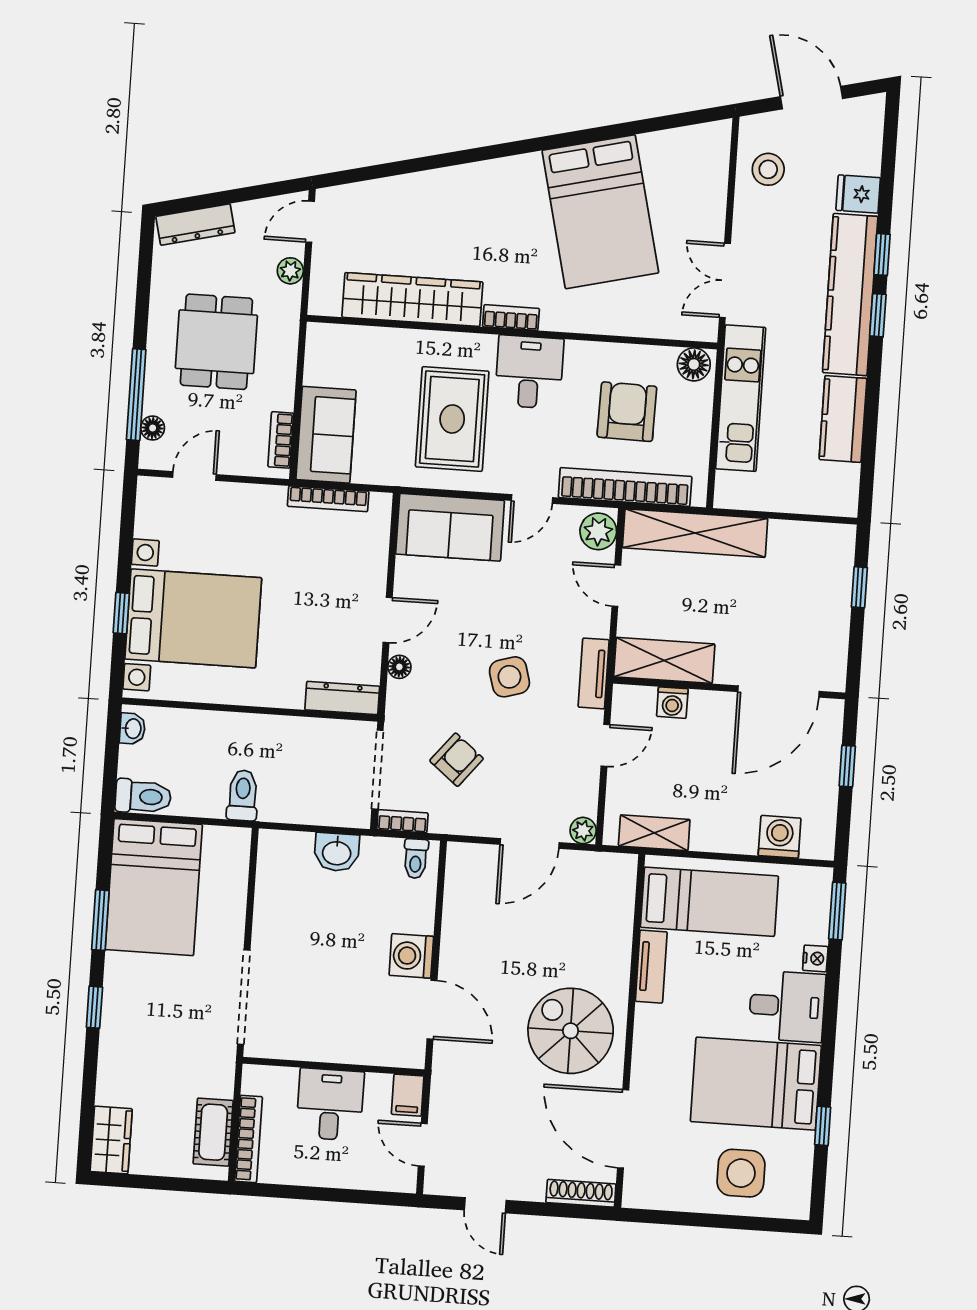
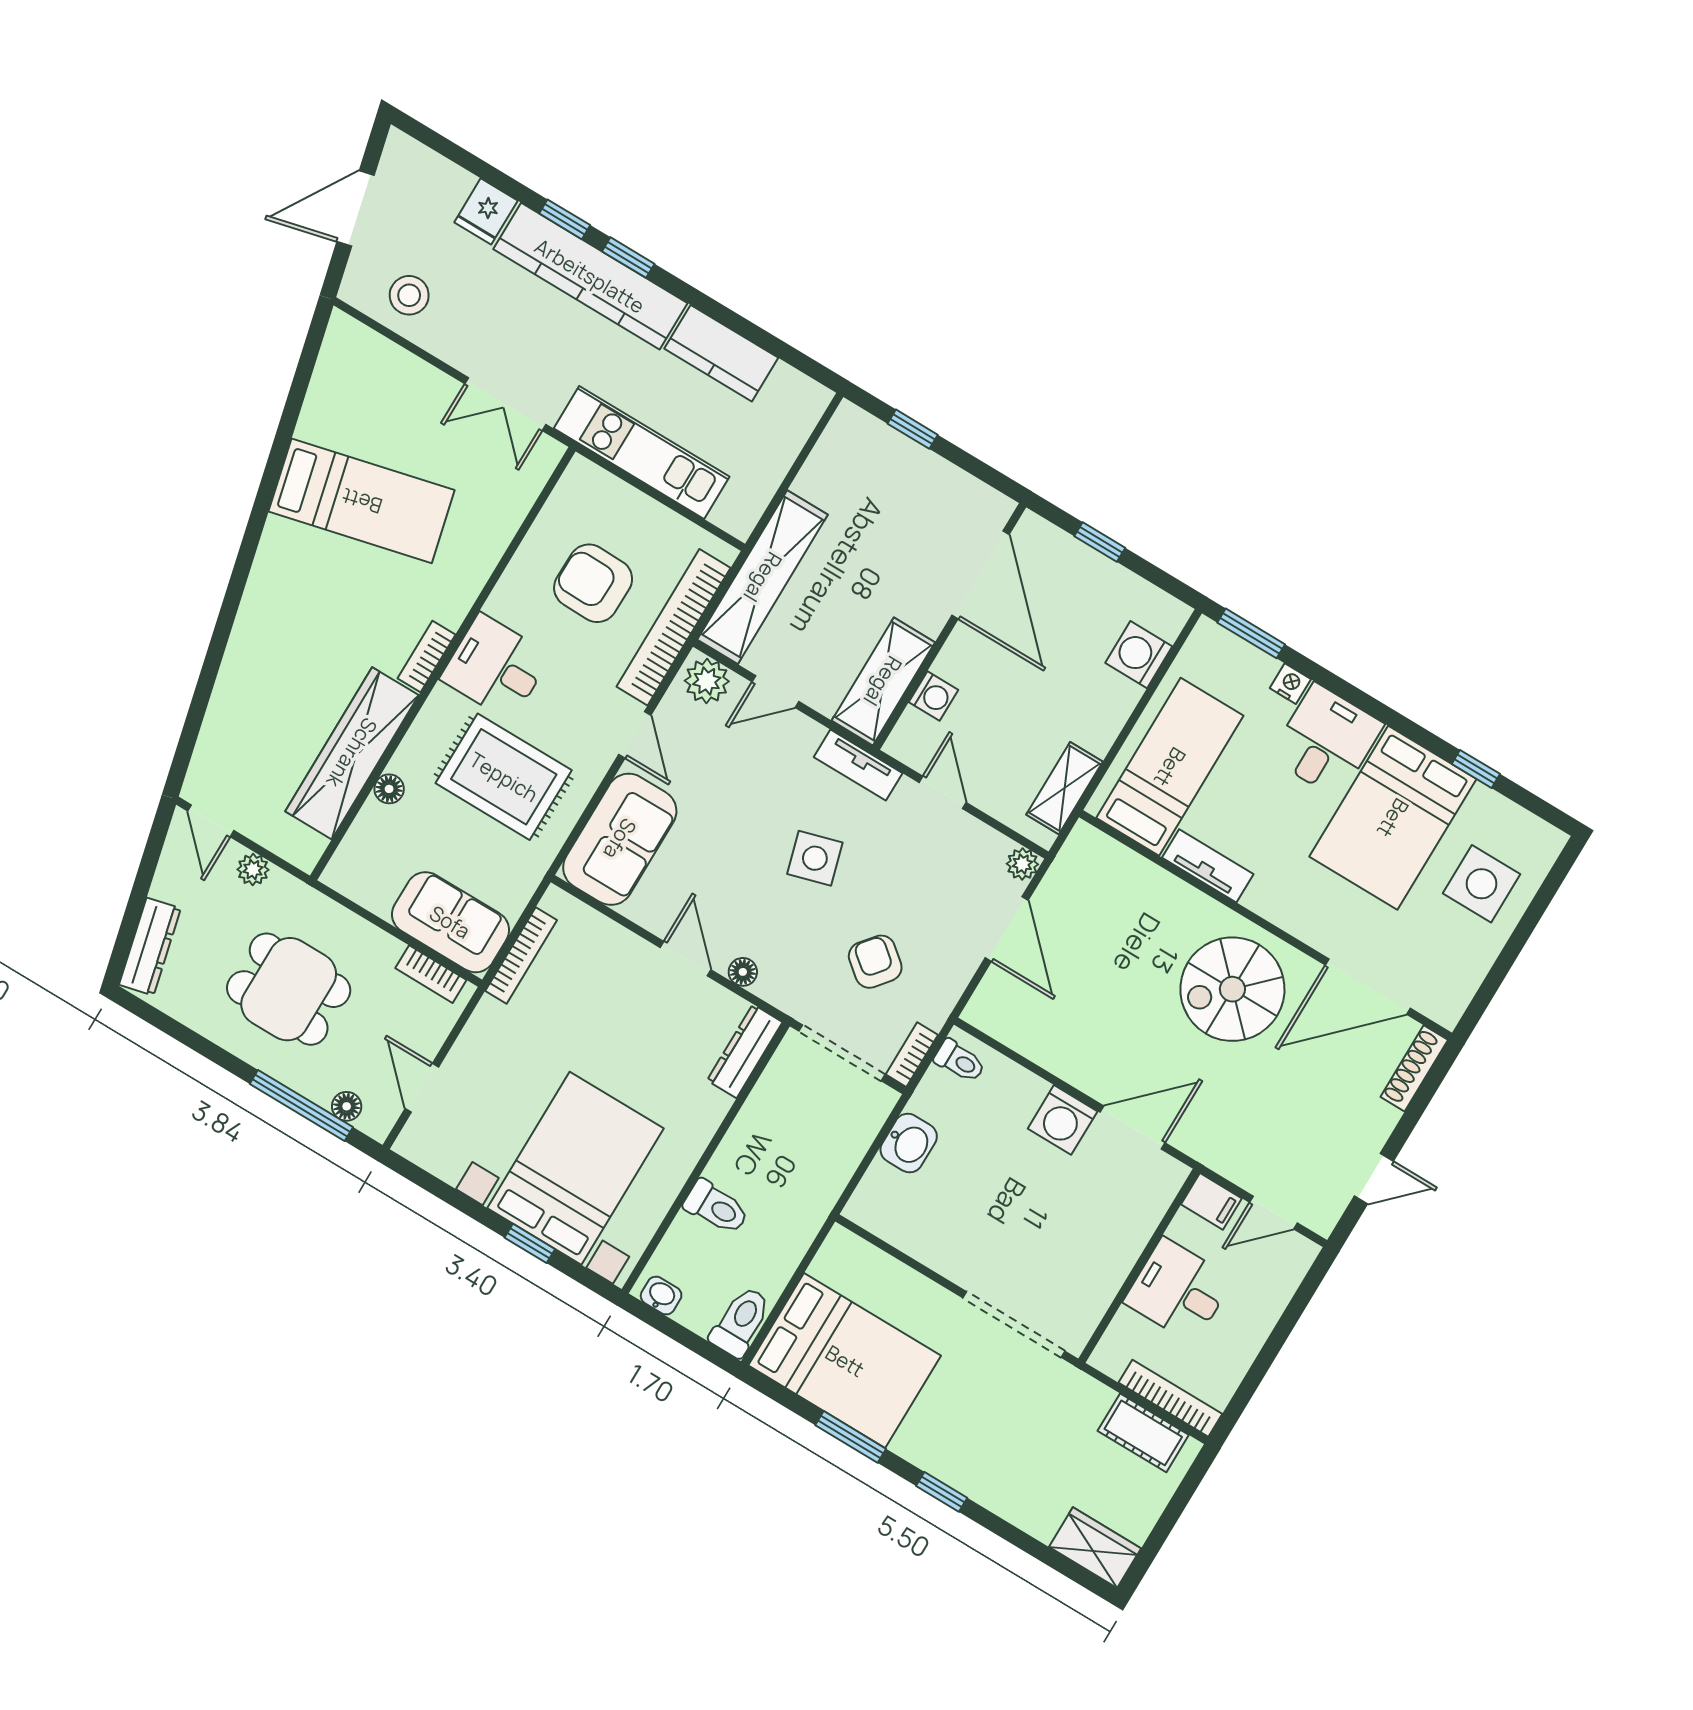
bed: (600, 212) -> (362, 501), width x0.67
floor lamp: (694, 364) -> (389, 789), moved, width x0.73, depth x0.73
toilet: (243, 795) -> (716, 1207), moved, turned 180

